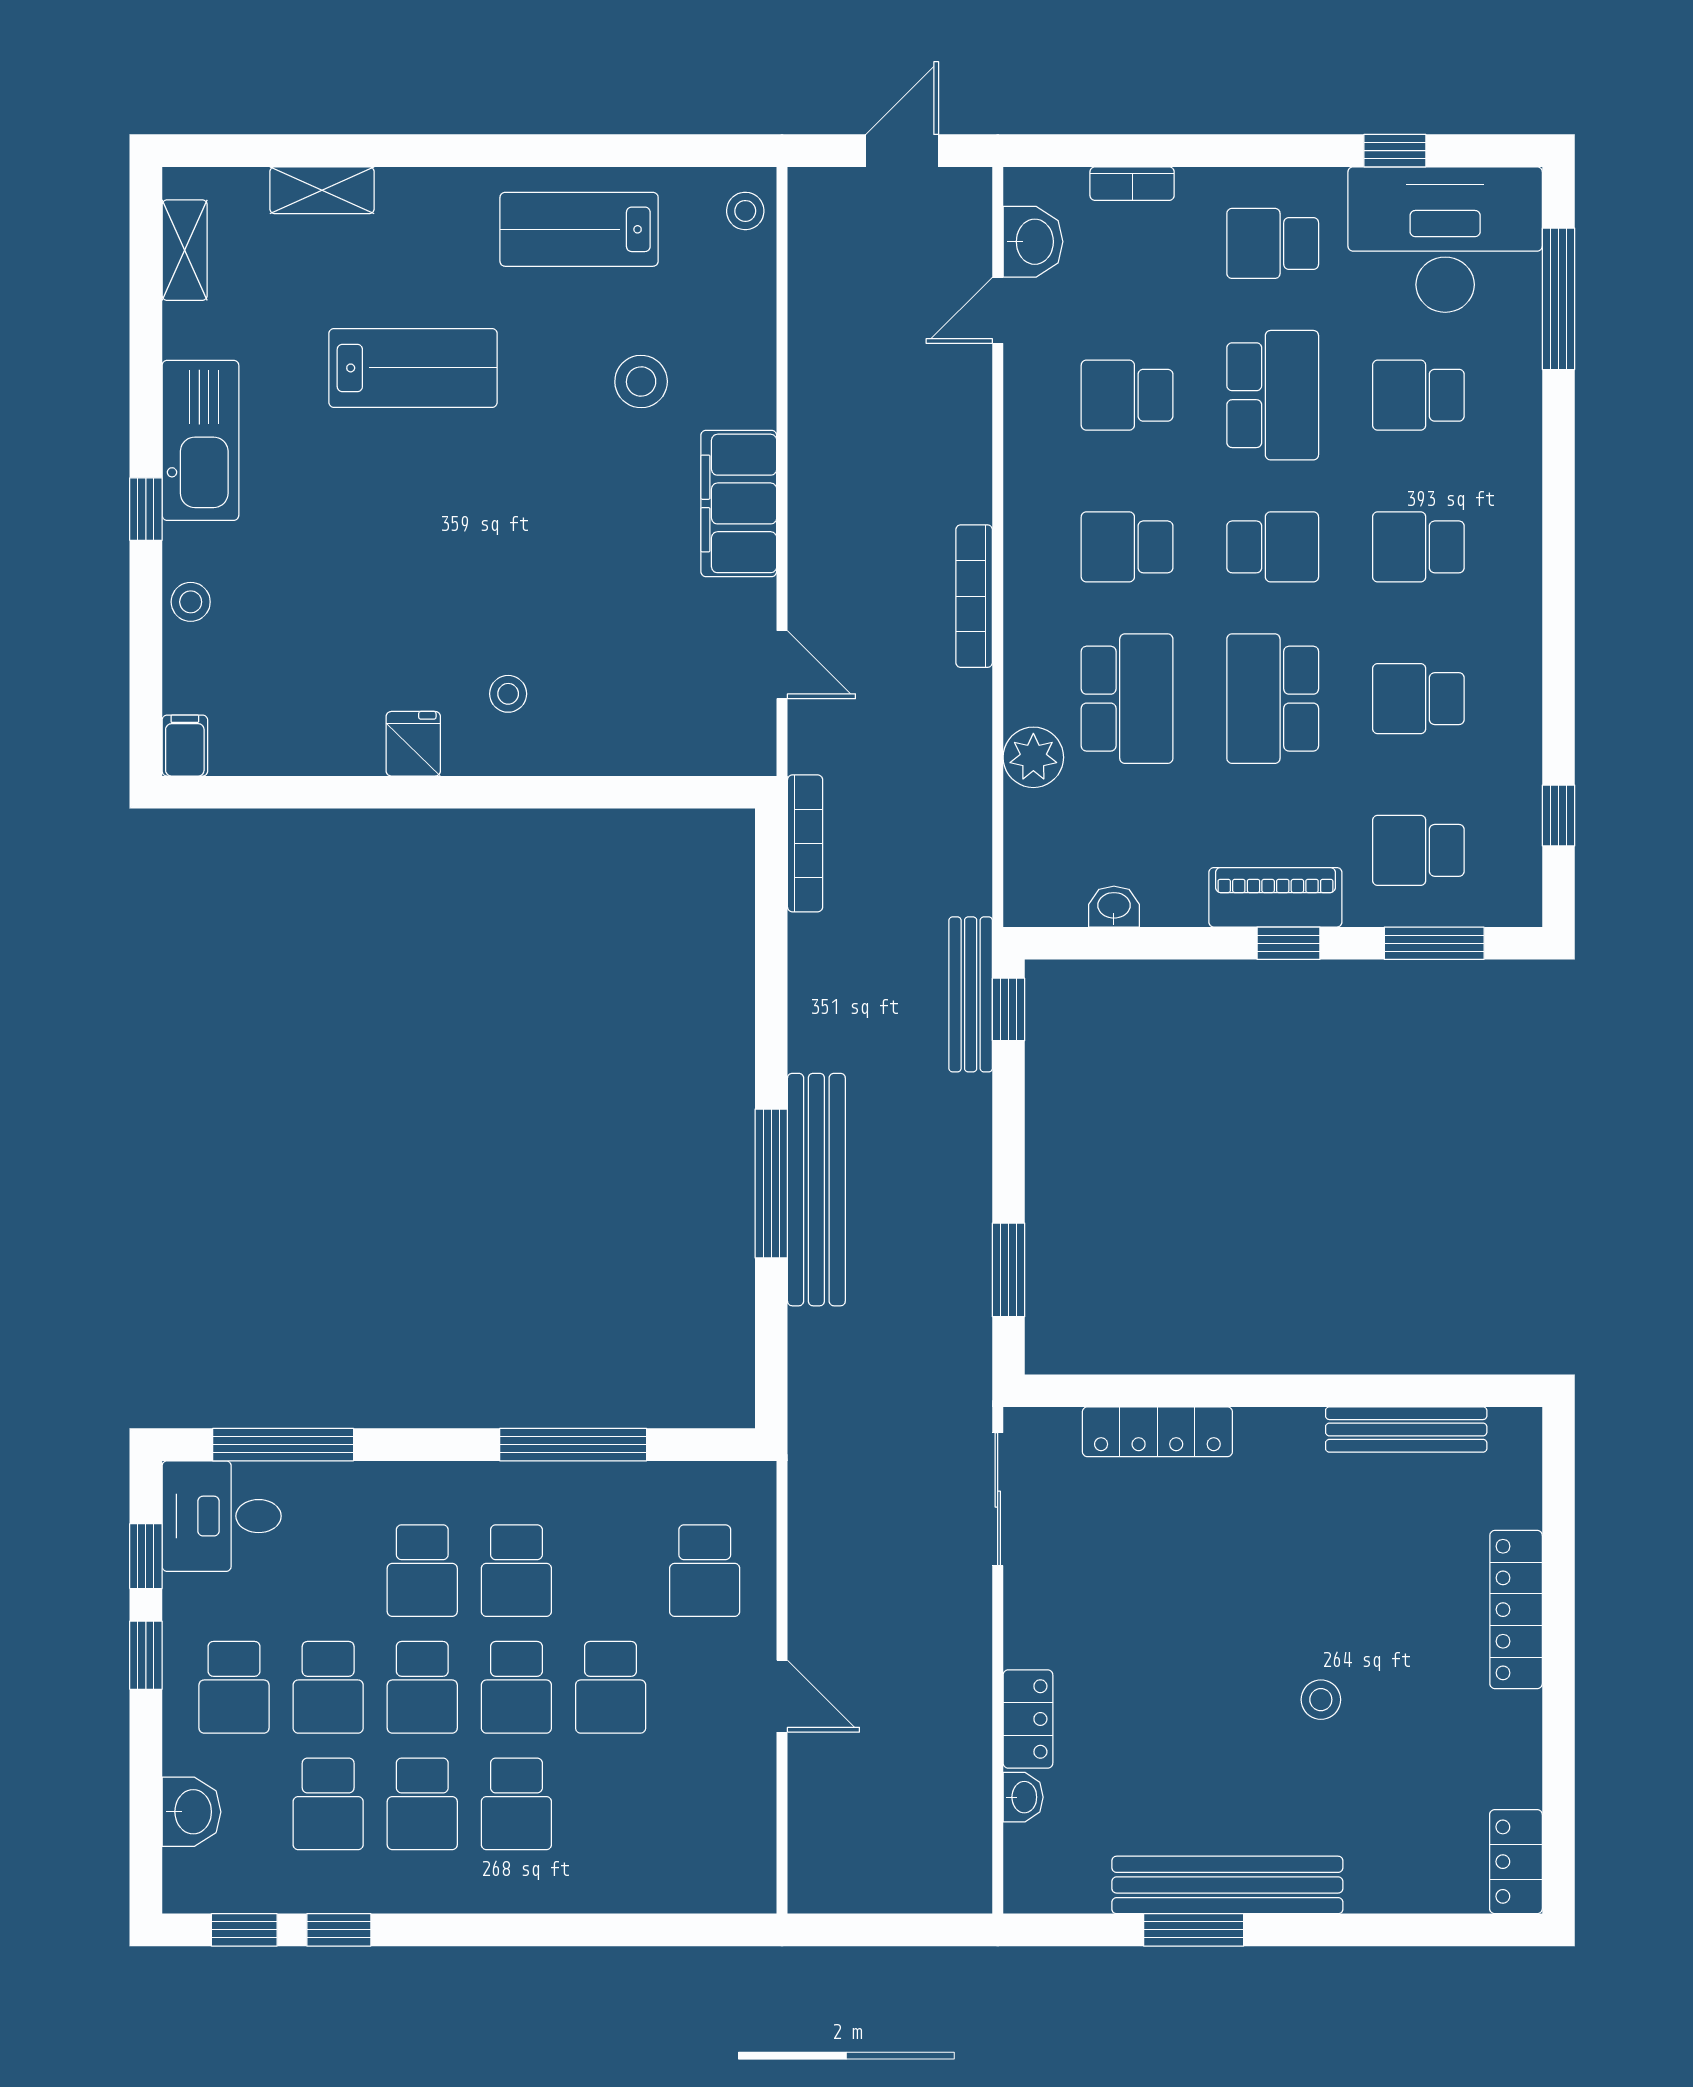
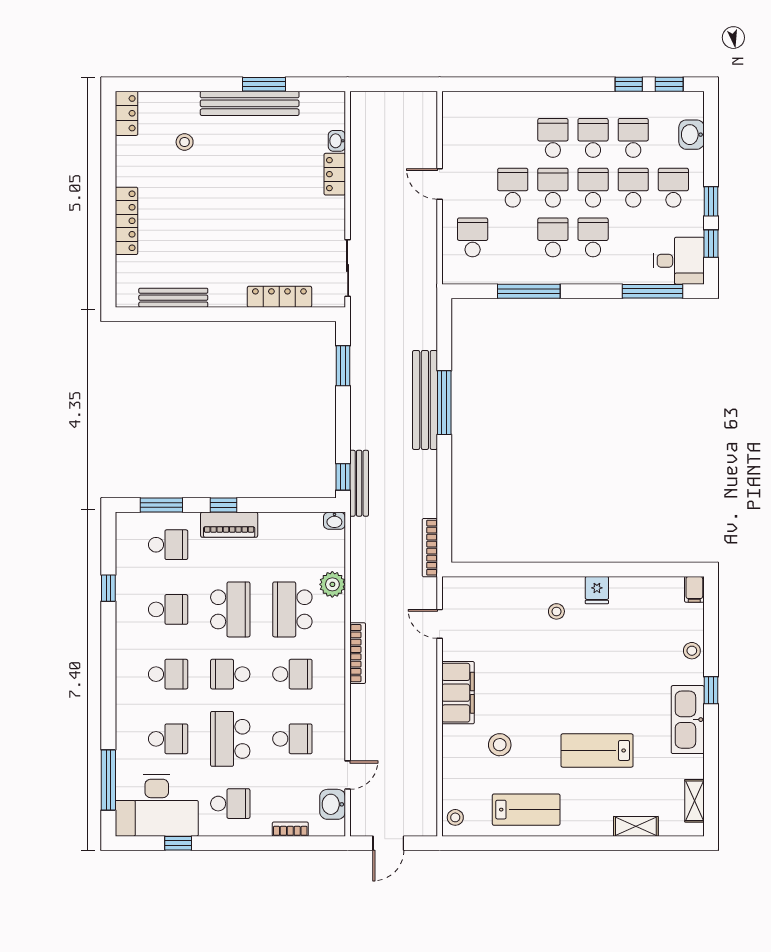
window: (1558, 816) -> (108, 588), moved
washbasin: (1114, 907) -> (334, 521), moved
stool: (1321, 1700) -> (185, 142), moved

